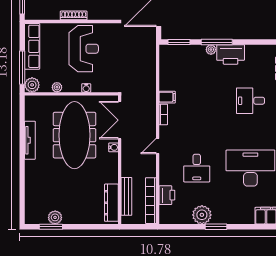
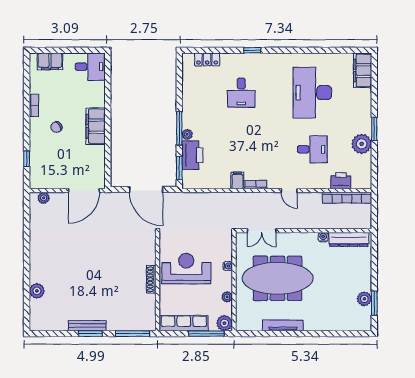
printer: (231, 54) -> (192, 155), moved
double door: (120, 120) -> (262, 231), width x0.73
water cooler: (113, 147) -> (323, 237), moved
bench: (126, 196) -> (342, 224), removed

